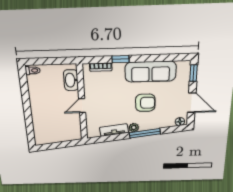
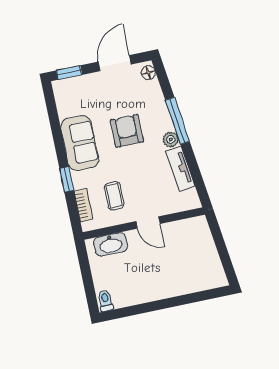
sofa: (151, 72) -> (80, 143), width x0.73
coffee table: (104, 88) -> (114, 196), added

